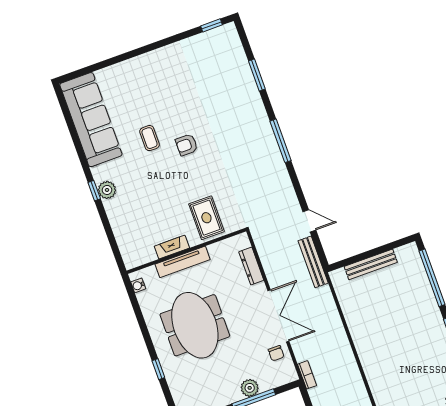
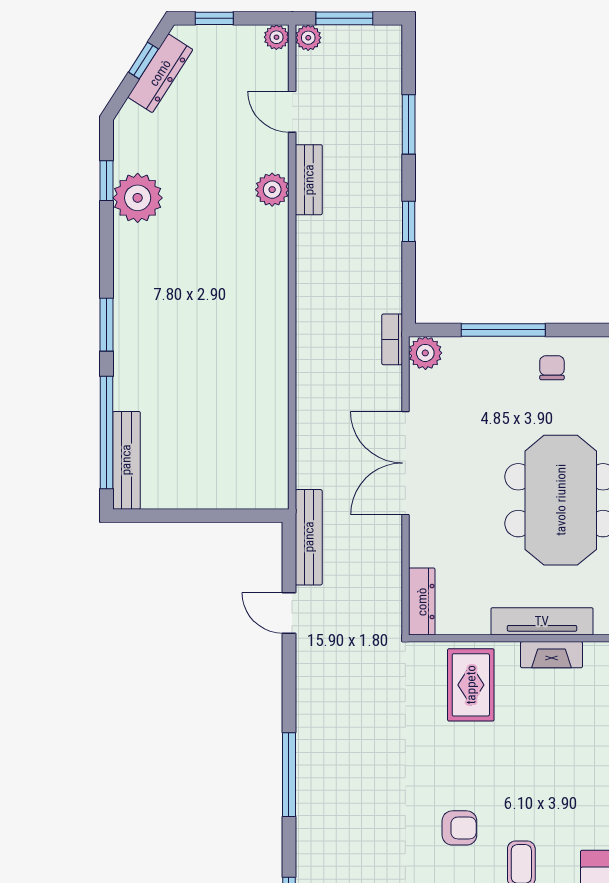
bench: (371, 264) -> (126, 460), moved, turned 90
dresser: (251, 266) -> (422, 602), moved
chair: (276, 353) -> (552, 368), moved
plant: (250, 388) -> (425, 353), moved

